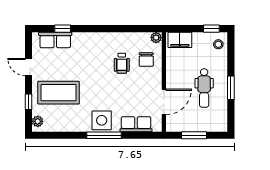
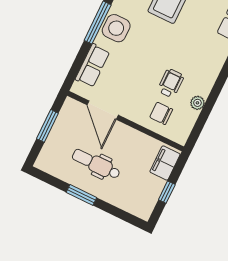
window: (211, 29) -> (167, 192), moved
plant: (156, 38) -> (197, 103), moved
stool: (218, 44) -> (138, 205), removed
wheelchair: (122, 63) -> (171, 83), turned 90

